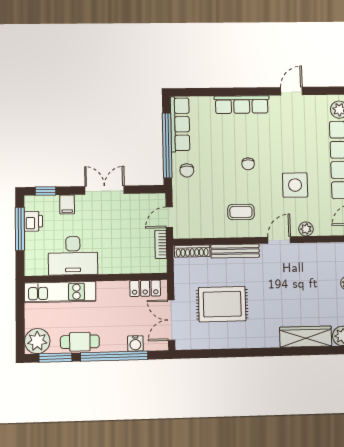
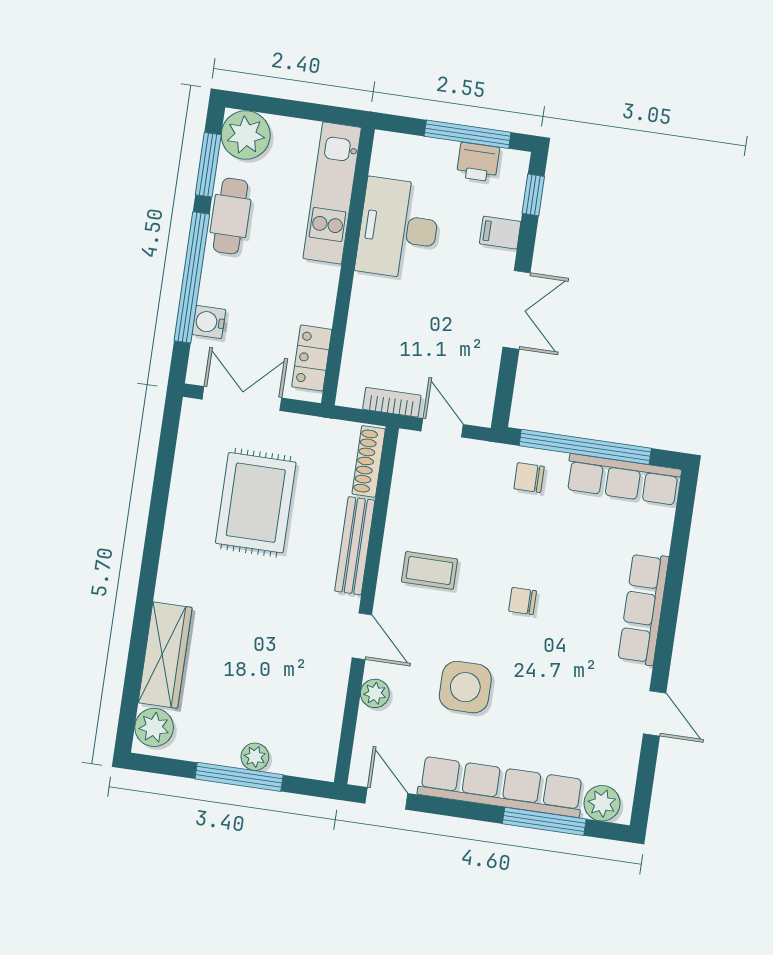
coffee table: (241, 212) -> (430, 570), turned 90

